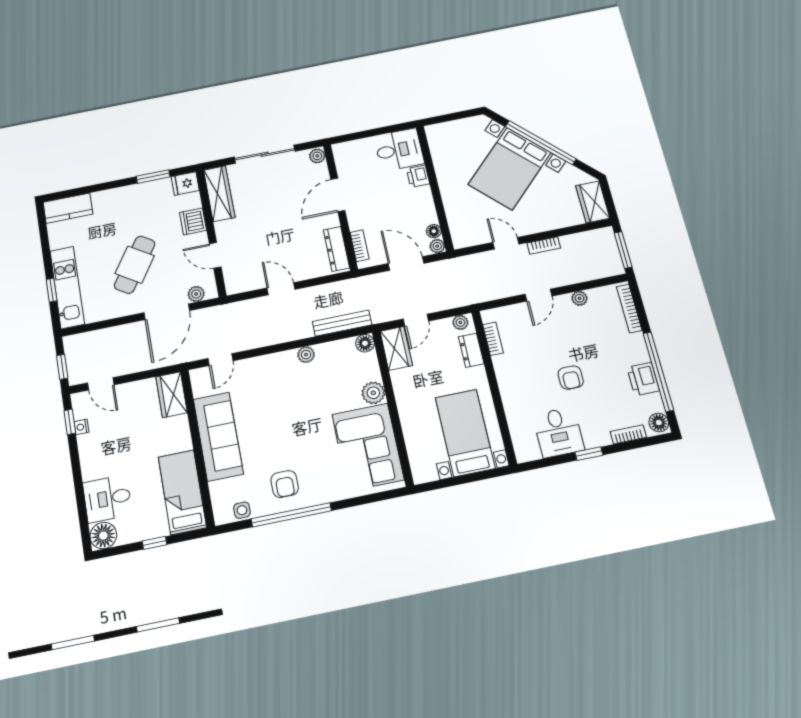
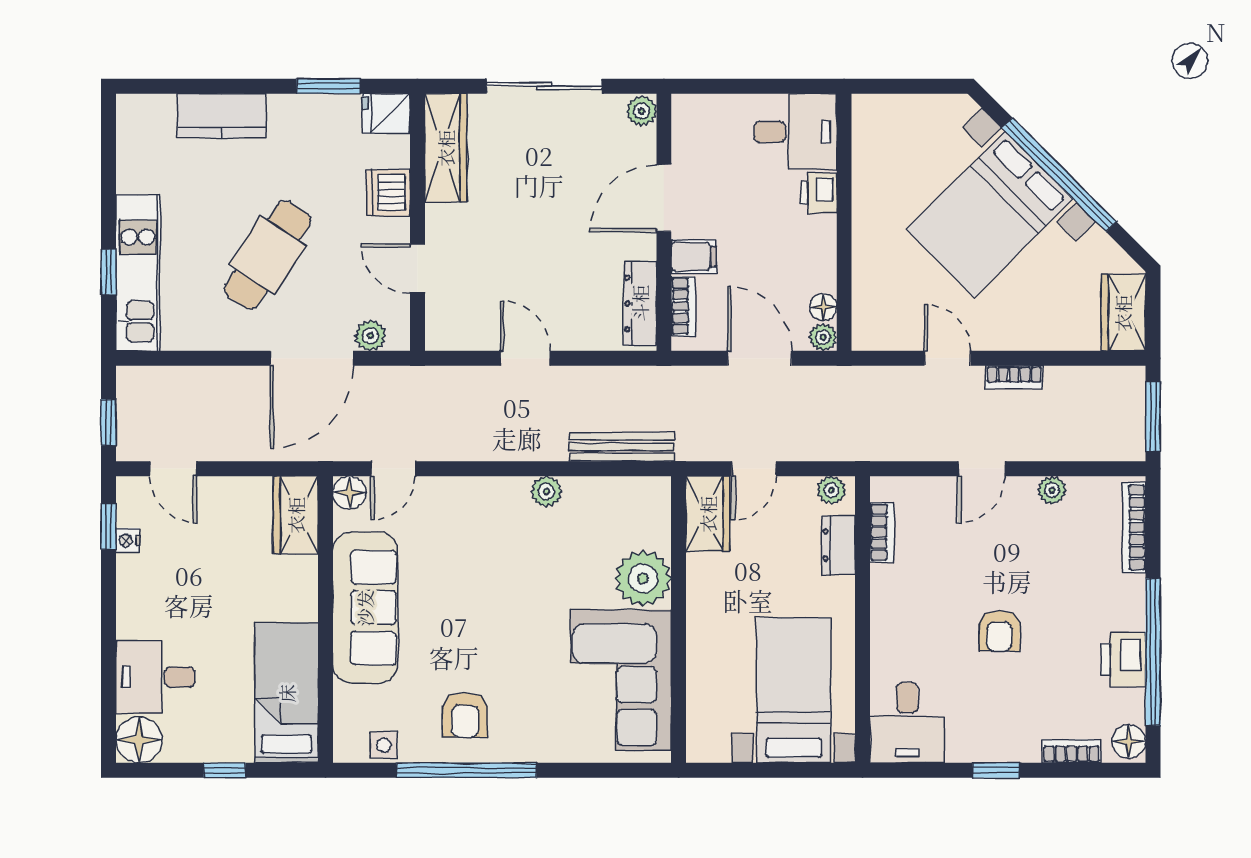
kitchen counter: (68, 208) -> (222, 116), moved
filing cabinet: (360, 220) -> (694, 257), added
floor lamp: (365, 343) -> (349, 493), moved
plant: (373, 393) -> (643, 578), width x1.36, depth x1.36
desk: (558, 432) -> (907, 723), moved

